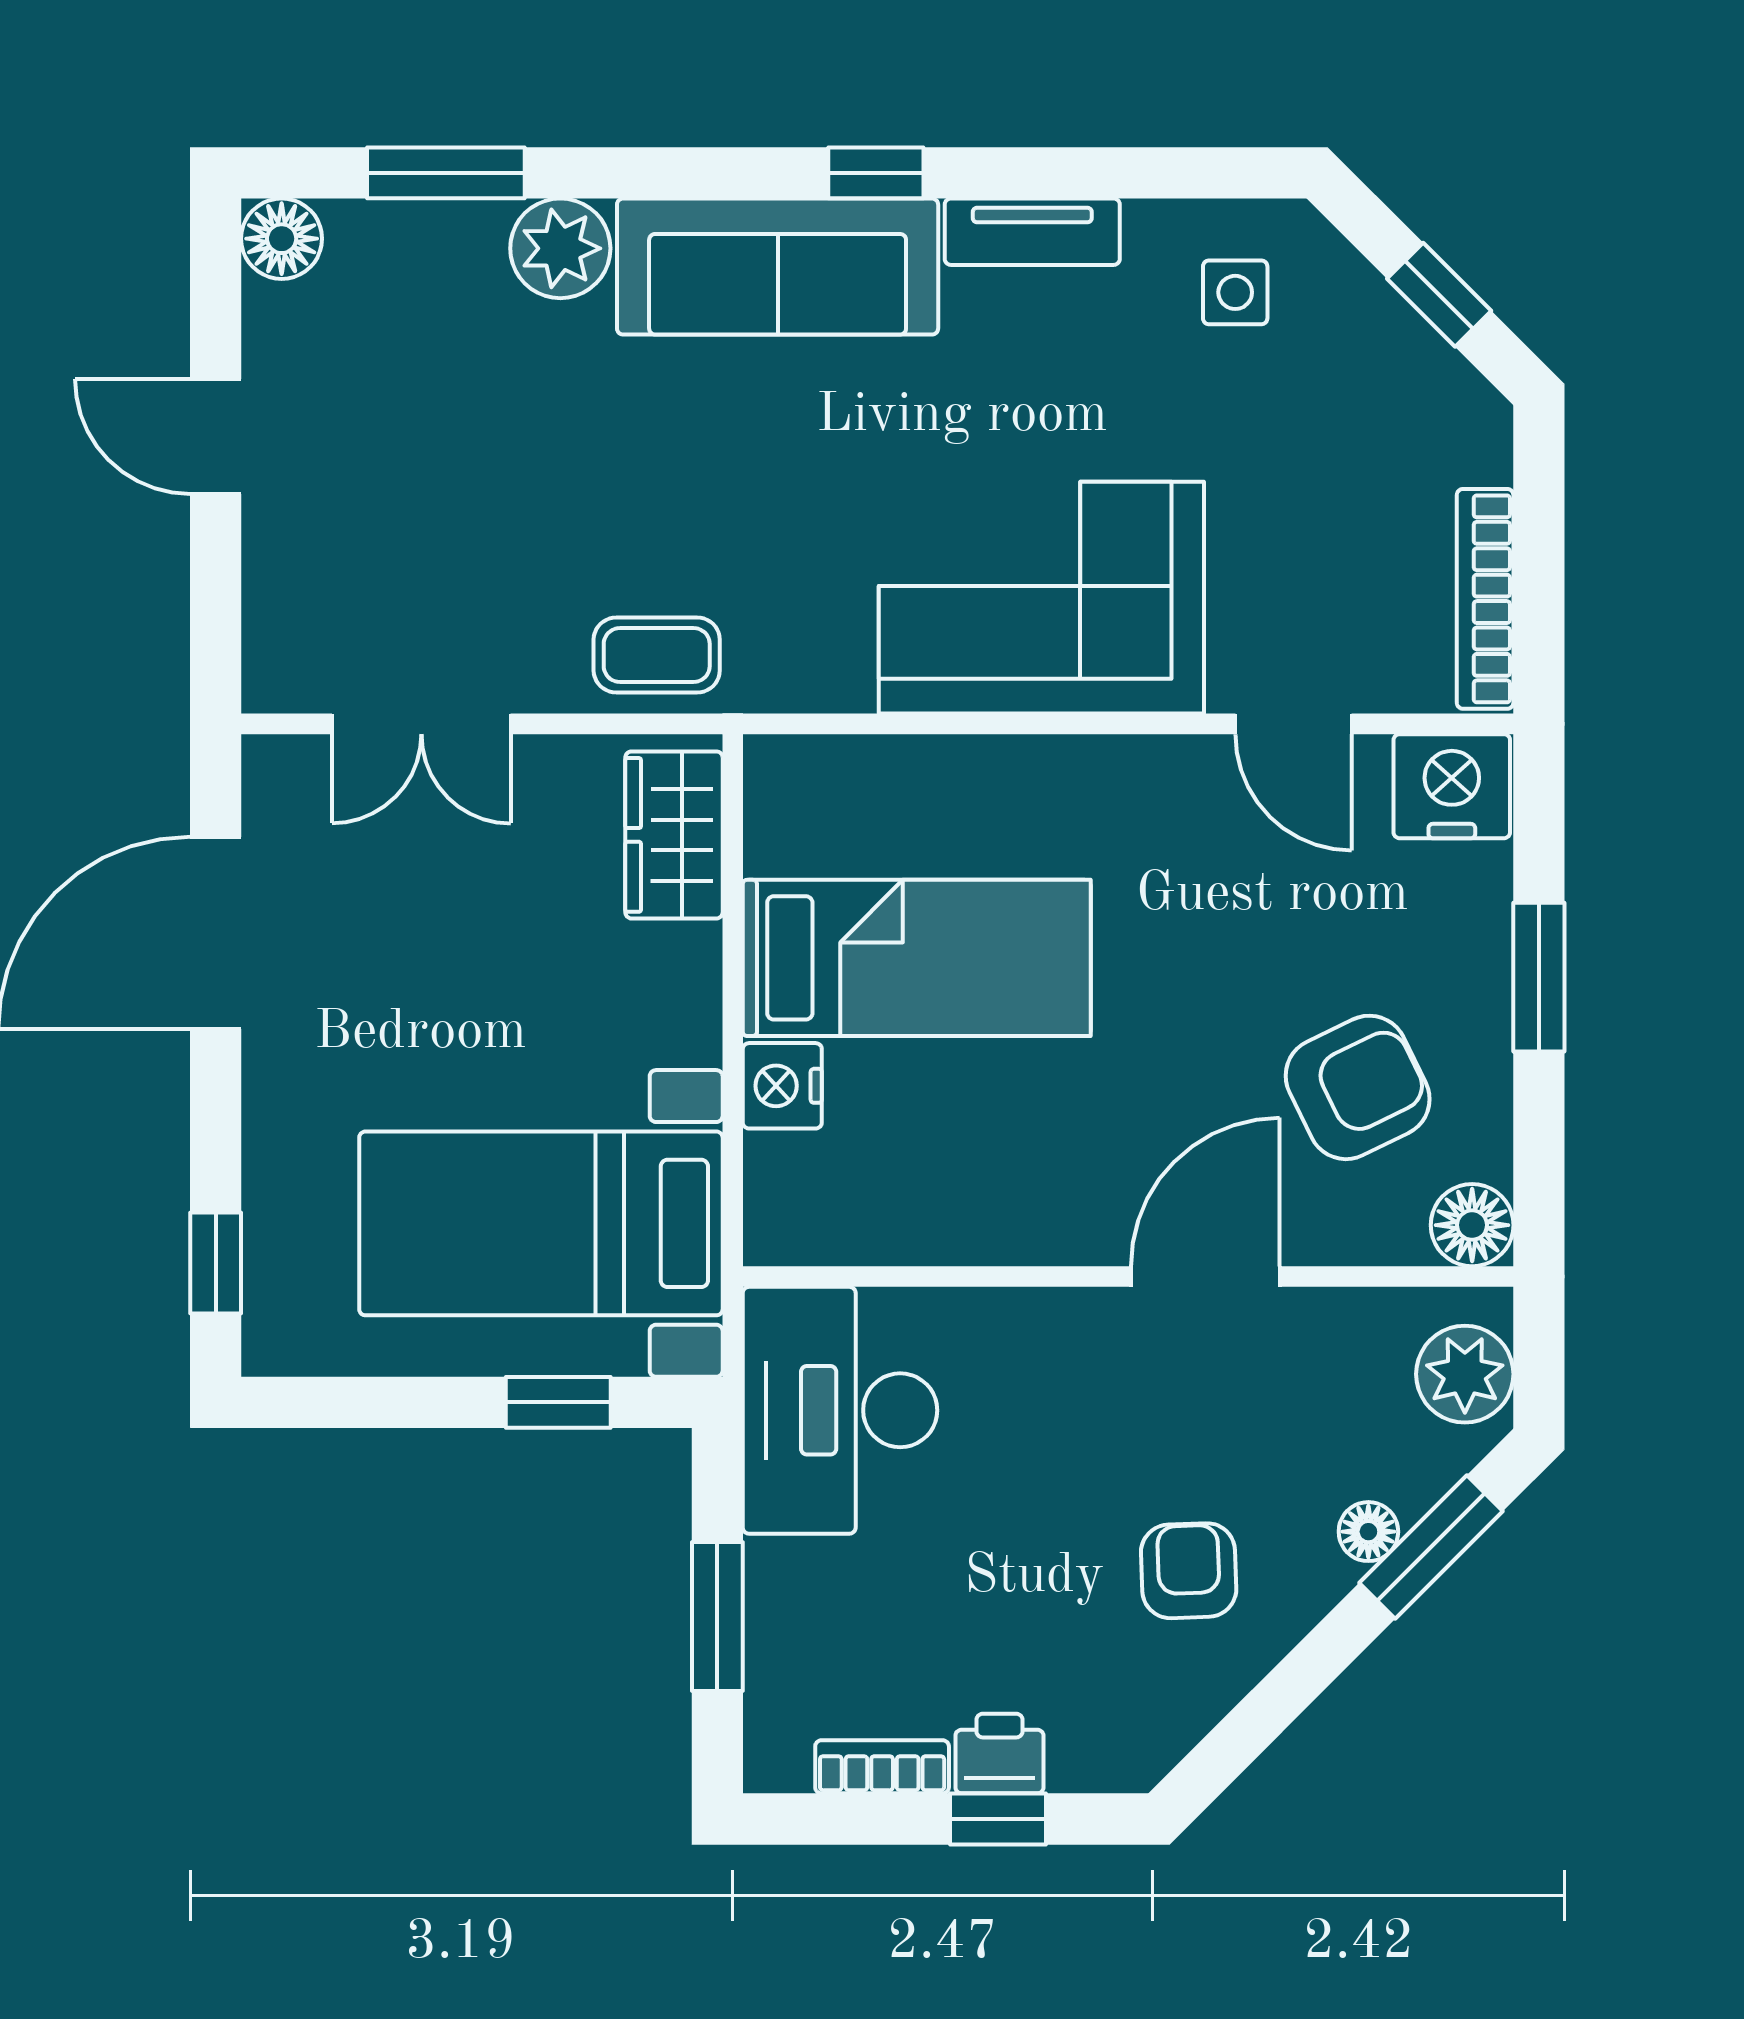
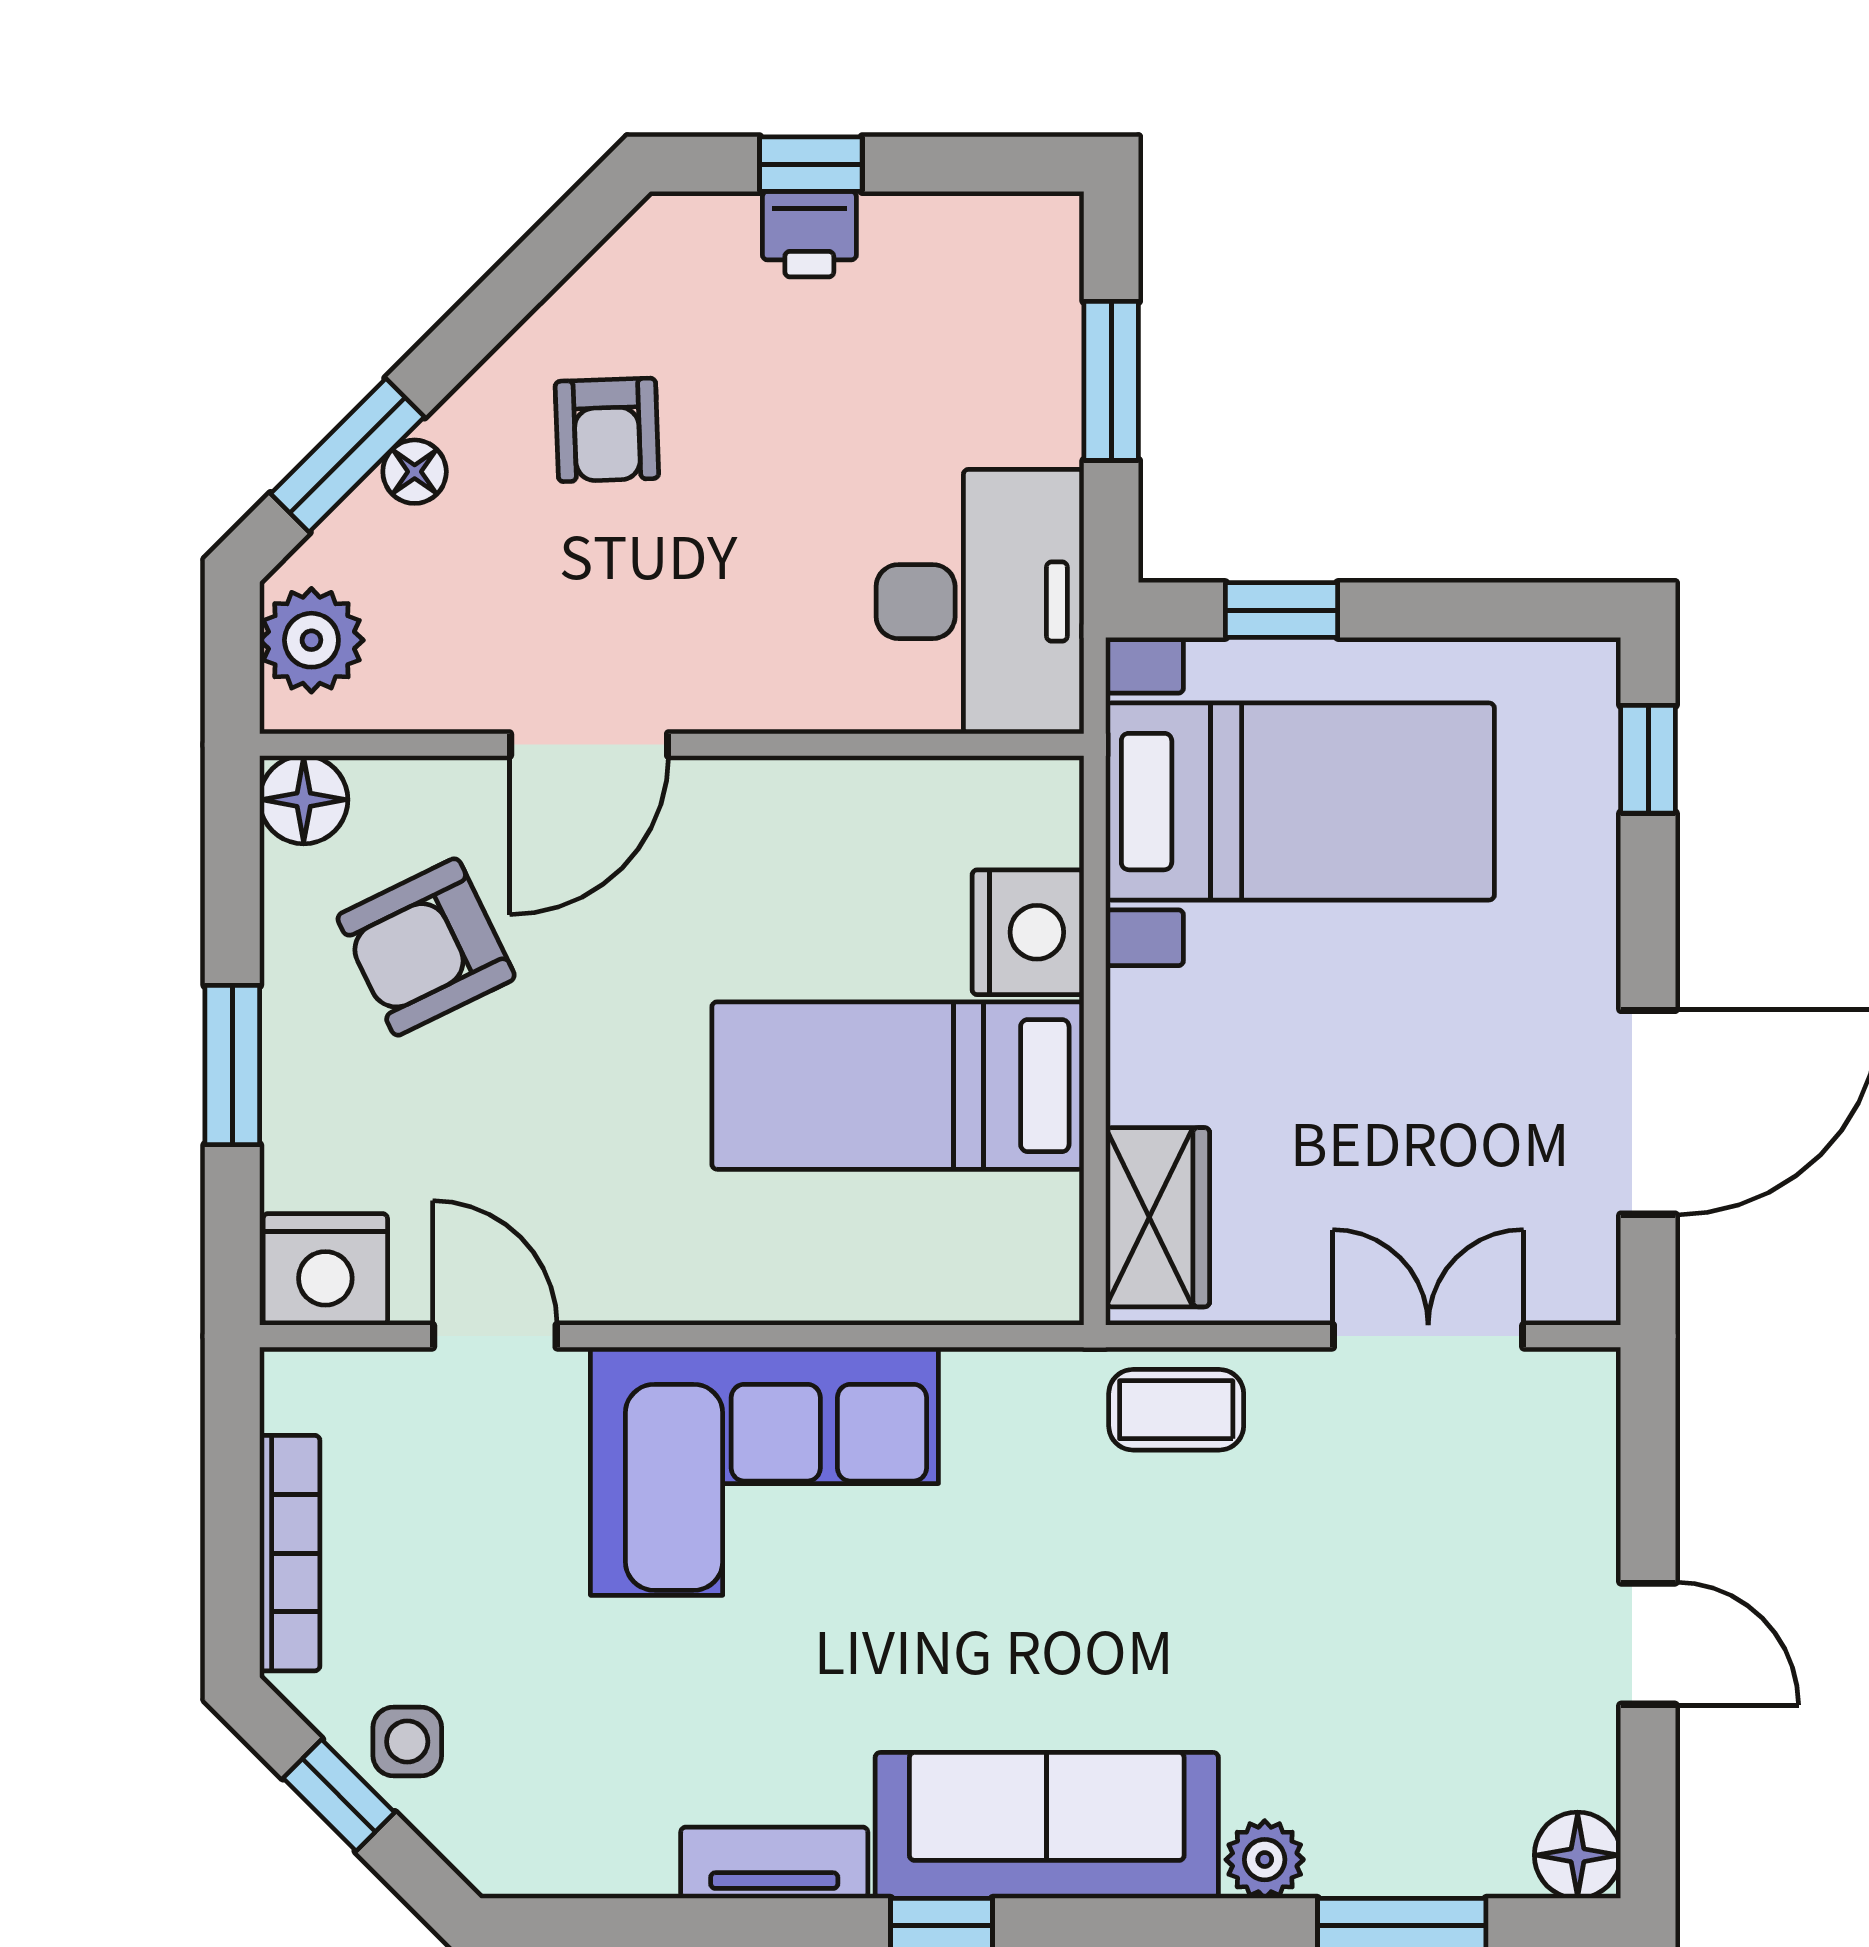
plant: (560, 248) -> (1265, 1860), width x0.73, depth x0.73
side table: (1235, 292) -> (407, 1742), moved
bookcase: (1485, 599) -> (290, 1553), moved
nightstand: (782, 1086) -> (1028, 932), width x1.36, depth x1.33
bookcase: (882, 1767) -> (935, 220), removed

